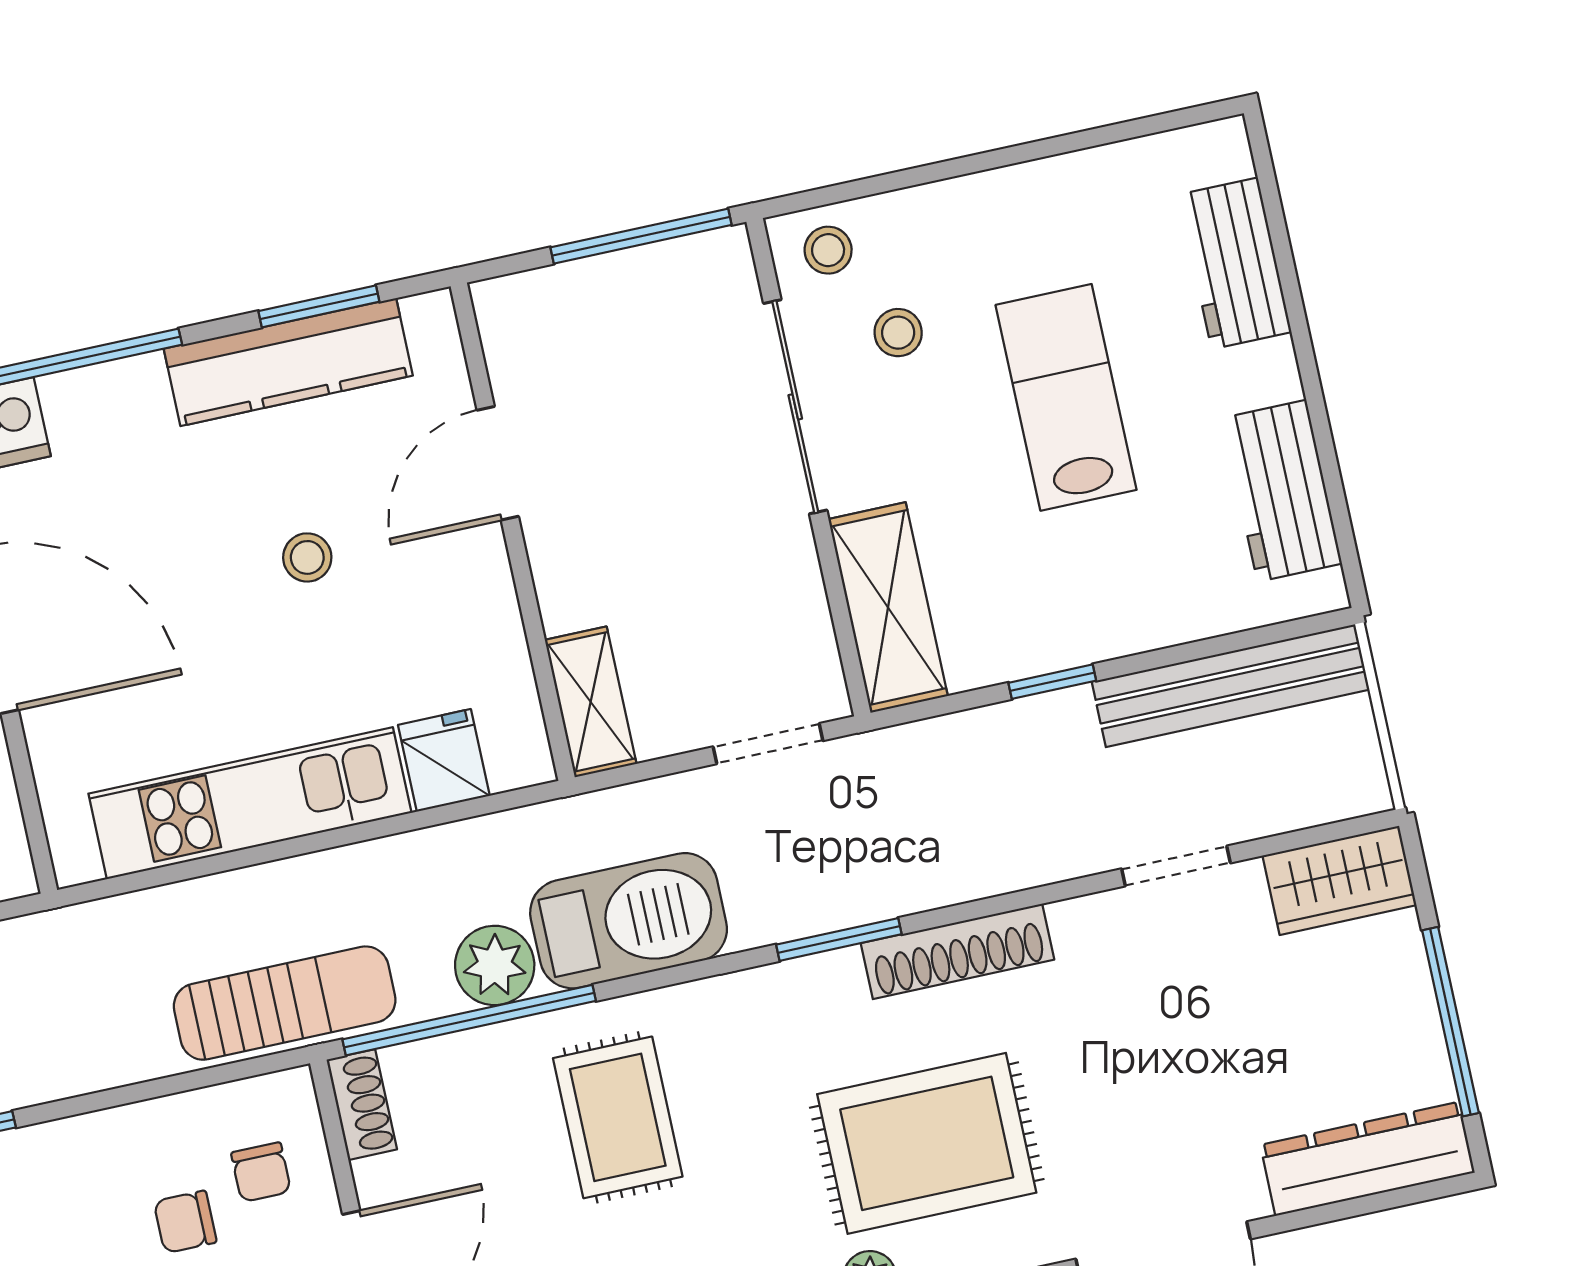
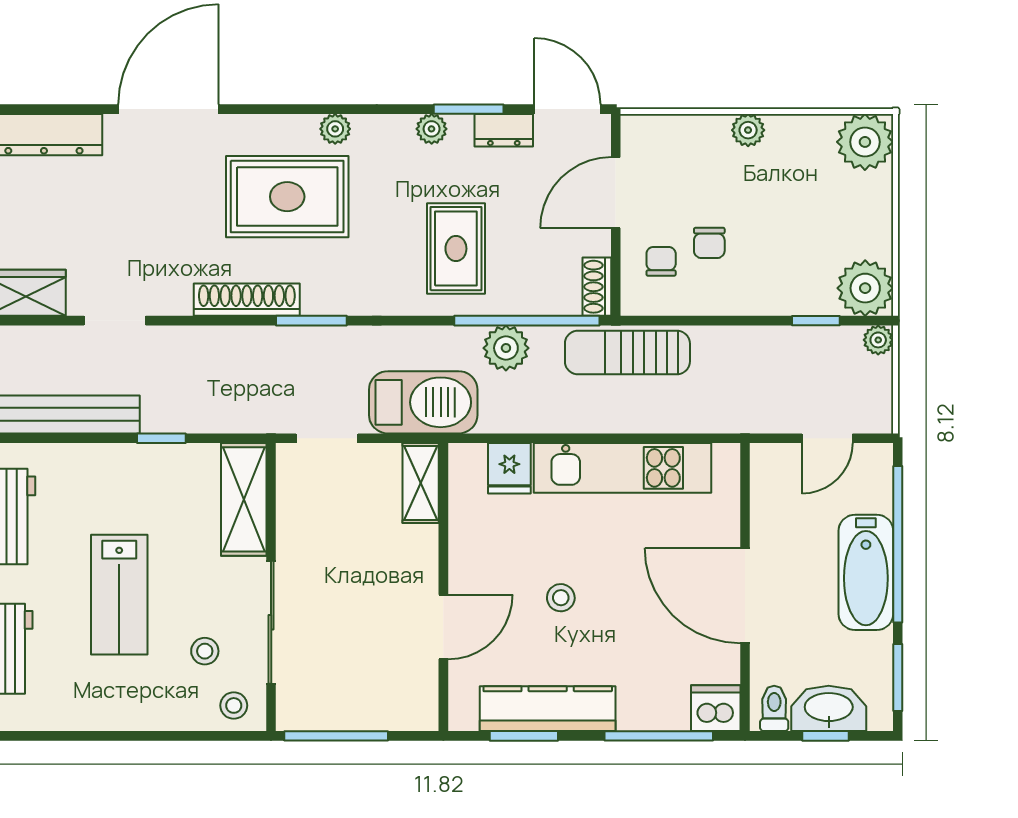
barbecue: (629, 921) -> (423, 402), moved, turned 180
chair: (185, 1222) -> (709, 243), turned 90

